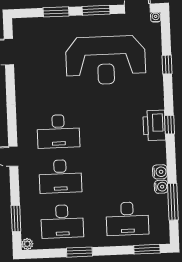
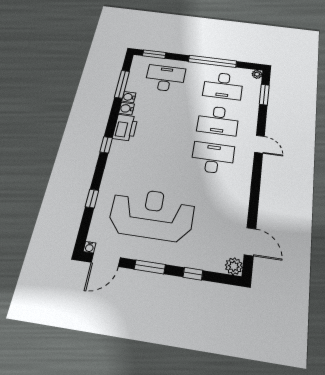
window: (56, 12) -> (193, 274), width x0.67
plant: (20, 26) -> (234, 266), added
printer: (154, 125) -> (125, 128), moved
desk: (60, 176) -> (218, 120), turned 180
desk: (62, 221) -> (223, 86), turned 180
window: (79, 252) -> (212, 61), width x2.11

